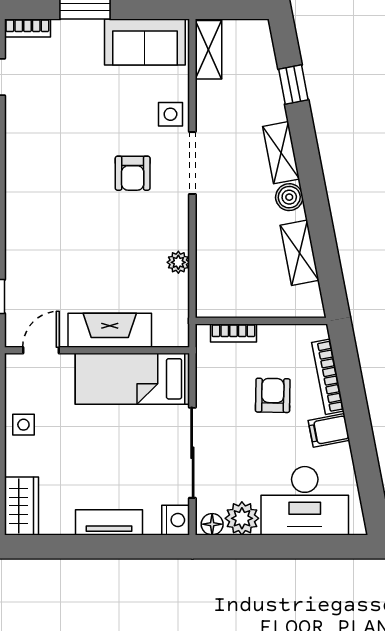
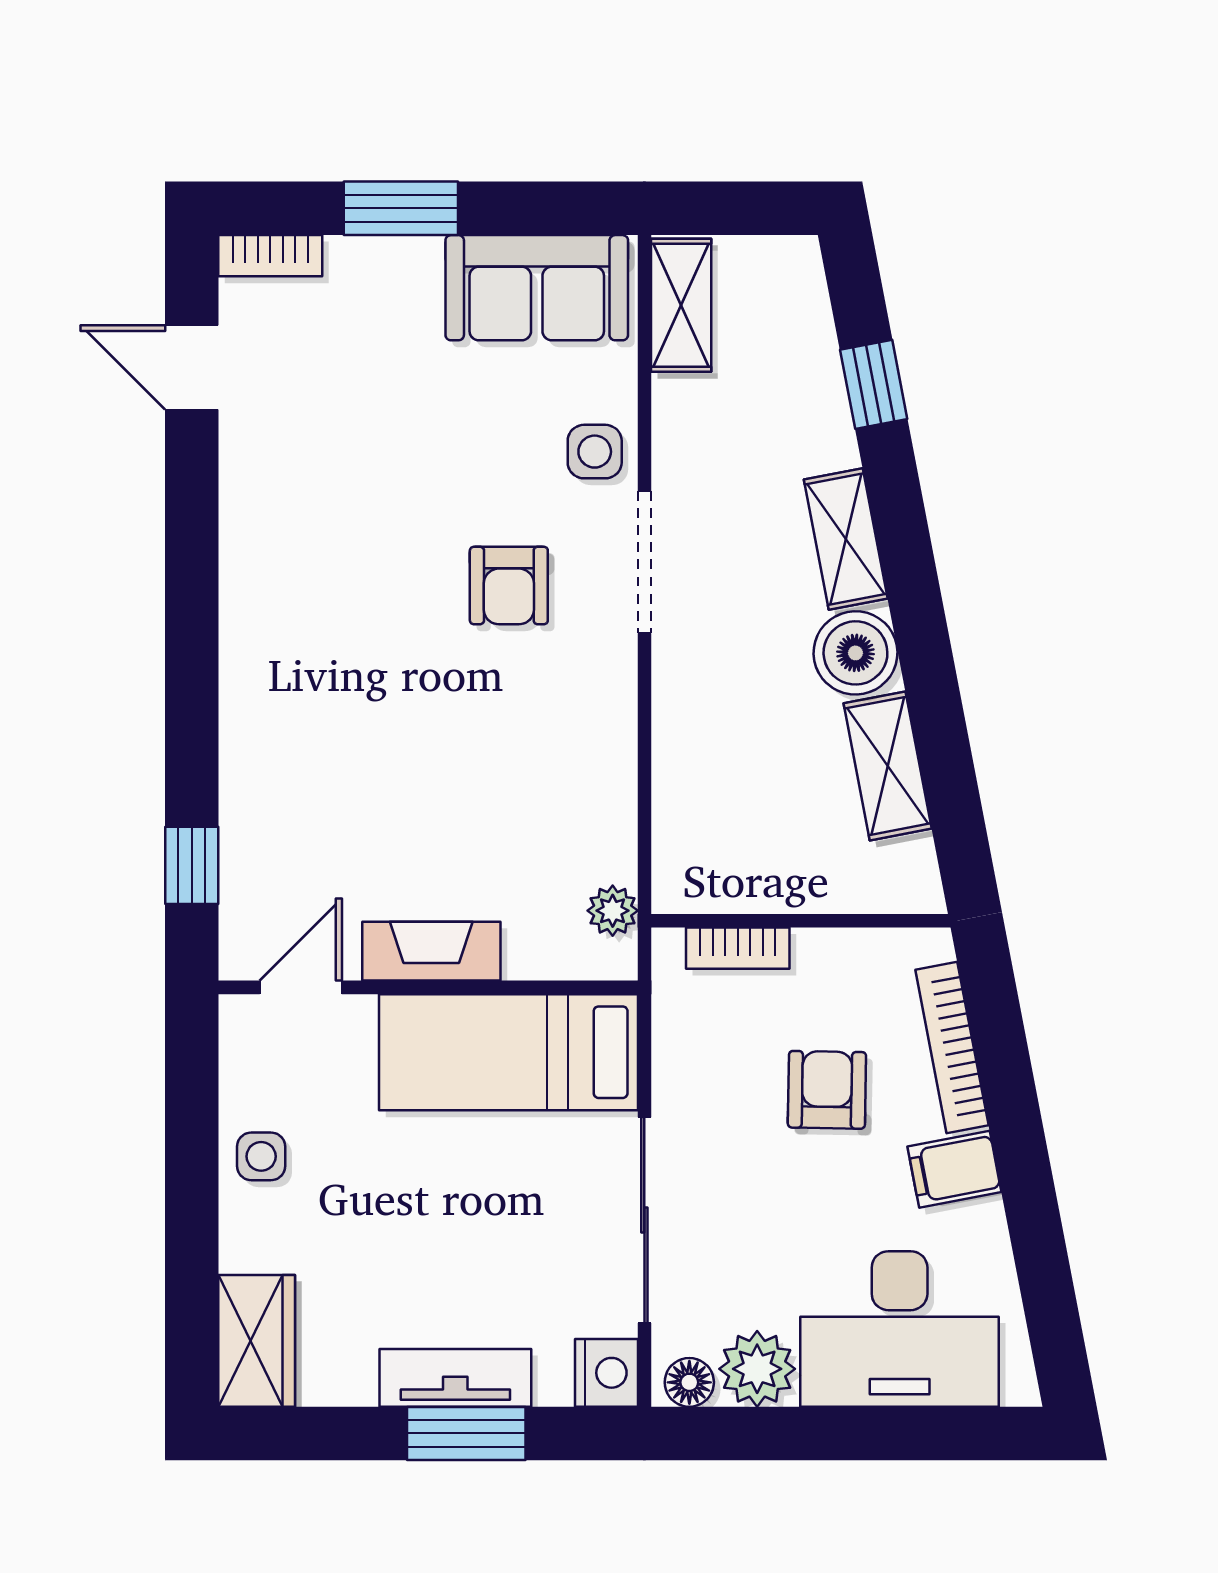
boiler: (289, 197) -> (855, 653), width x1.36, depth x1.36
plant: (178, 262) -> (613, 911), moved
fireplace: (110, 330) -> (431, 951), width x0.73, depth x0.76
window: (114, 547) -> (466, 1433), added

